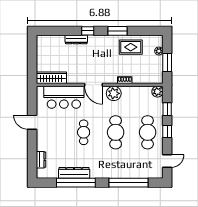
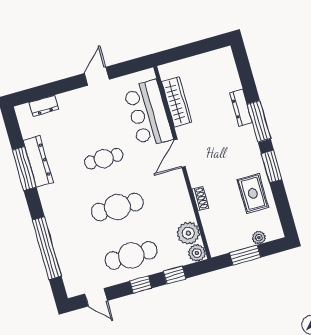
window: (88, 31) -> (259, 121), width x2.17
wardrobe: (51, 78) -> (177, 102), moved
plant: (114, 93) -> (188, 233), moved
window: (76, 183) -> (24, 169), width x0.68

